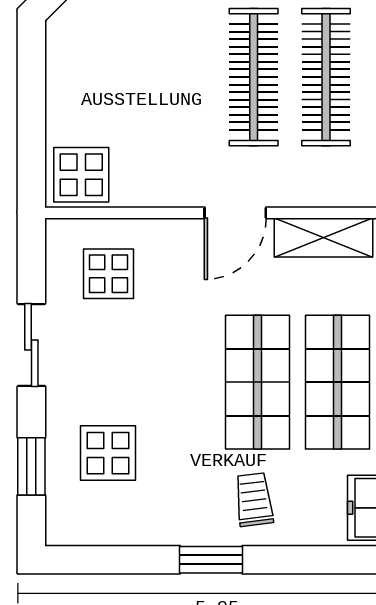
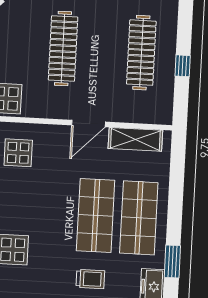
clothes rail: (254, 77) -> (63, 48), moved
trolley: (254, 500) -> (90, 279), turned 97

